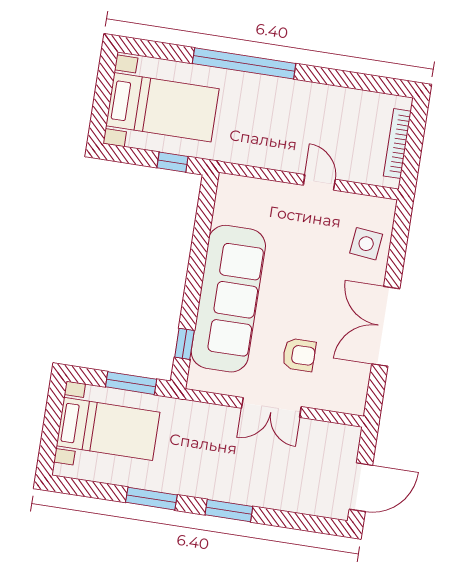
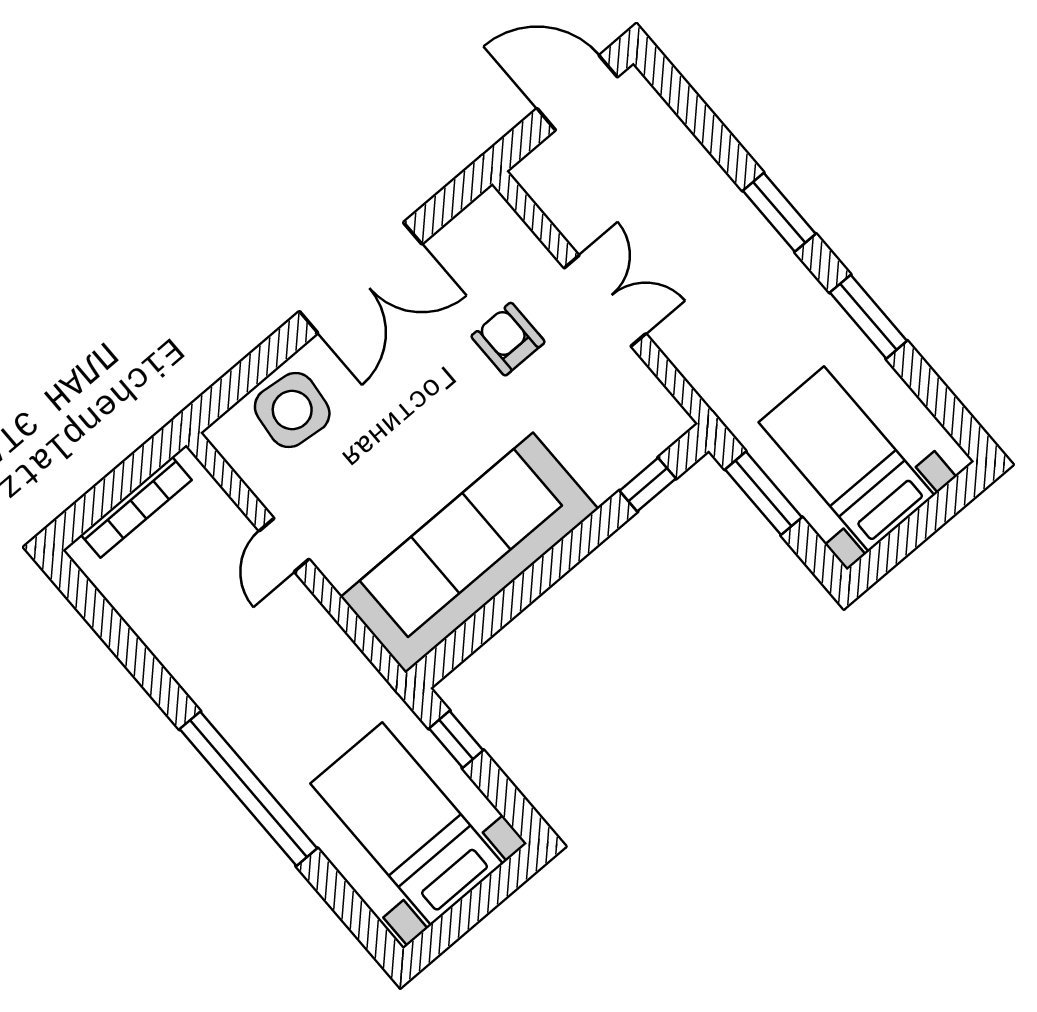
side table: (366, 244) -> (292, 410), width x1.37, depth x1.37
sofa: (228, 299) -> (469, 553), moved

